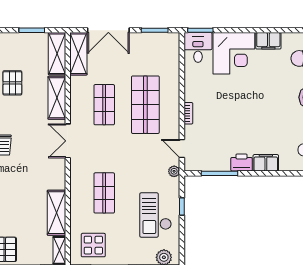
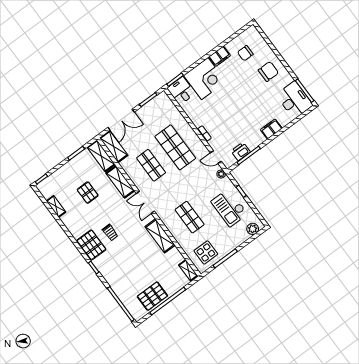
printer: (242, 163) -> (241, 151), moved
shelving: (56, 213) -> (160, 236), moved

